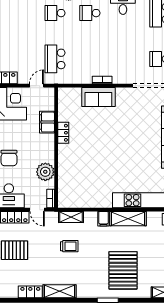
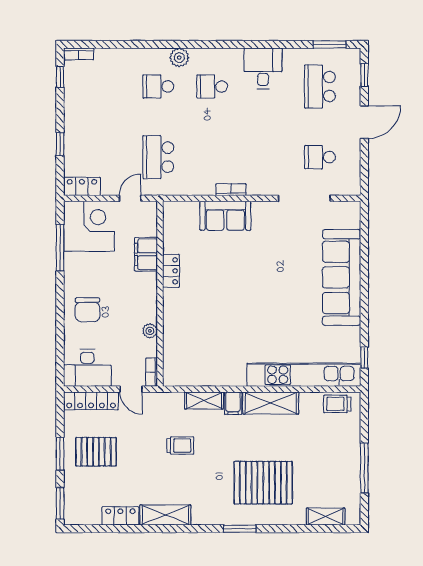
plant: (45, 172) -> (150, 331), width x0.53, depth x0.53
shelving: (71, 217) -> (204, 400), moved
pallet: (123, 270) -> (263, 483), turned 90

